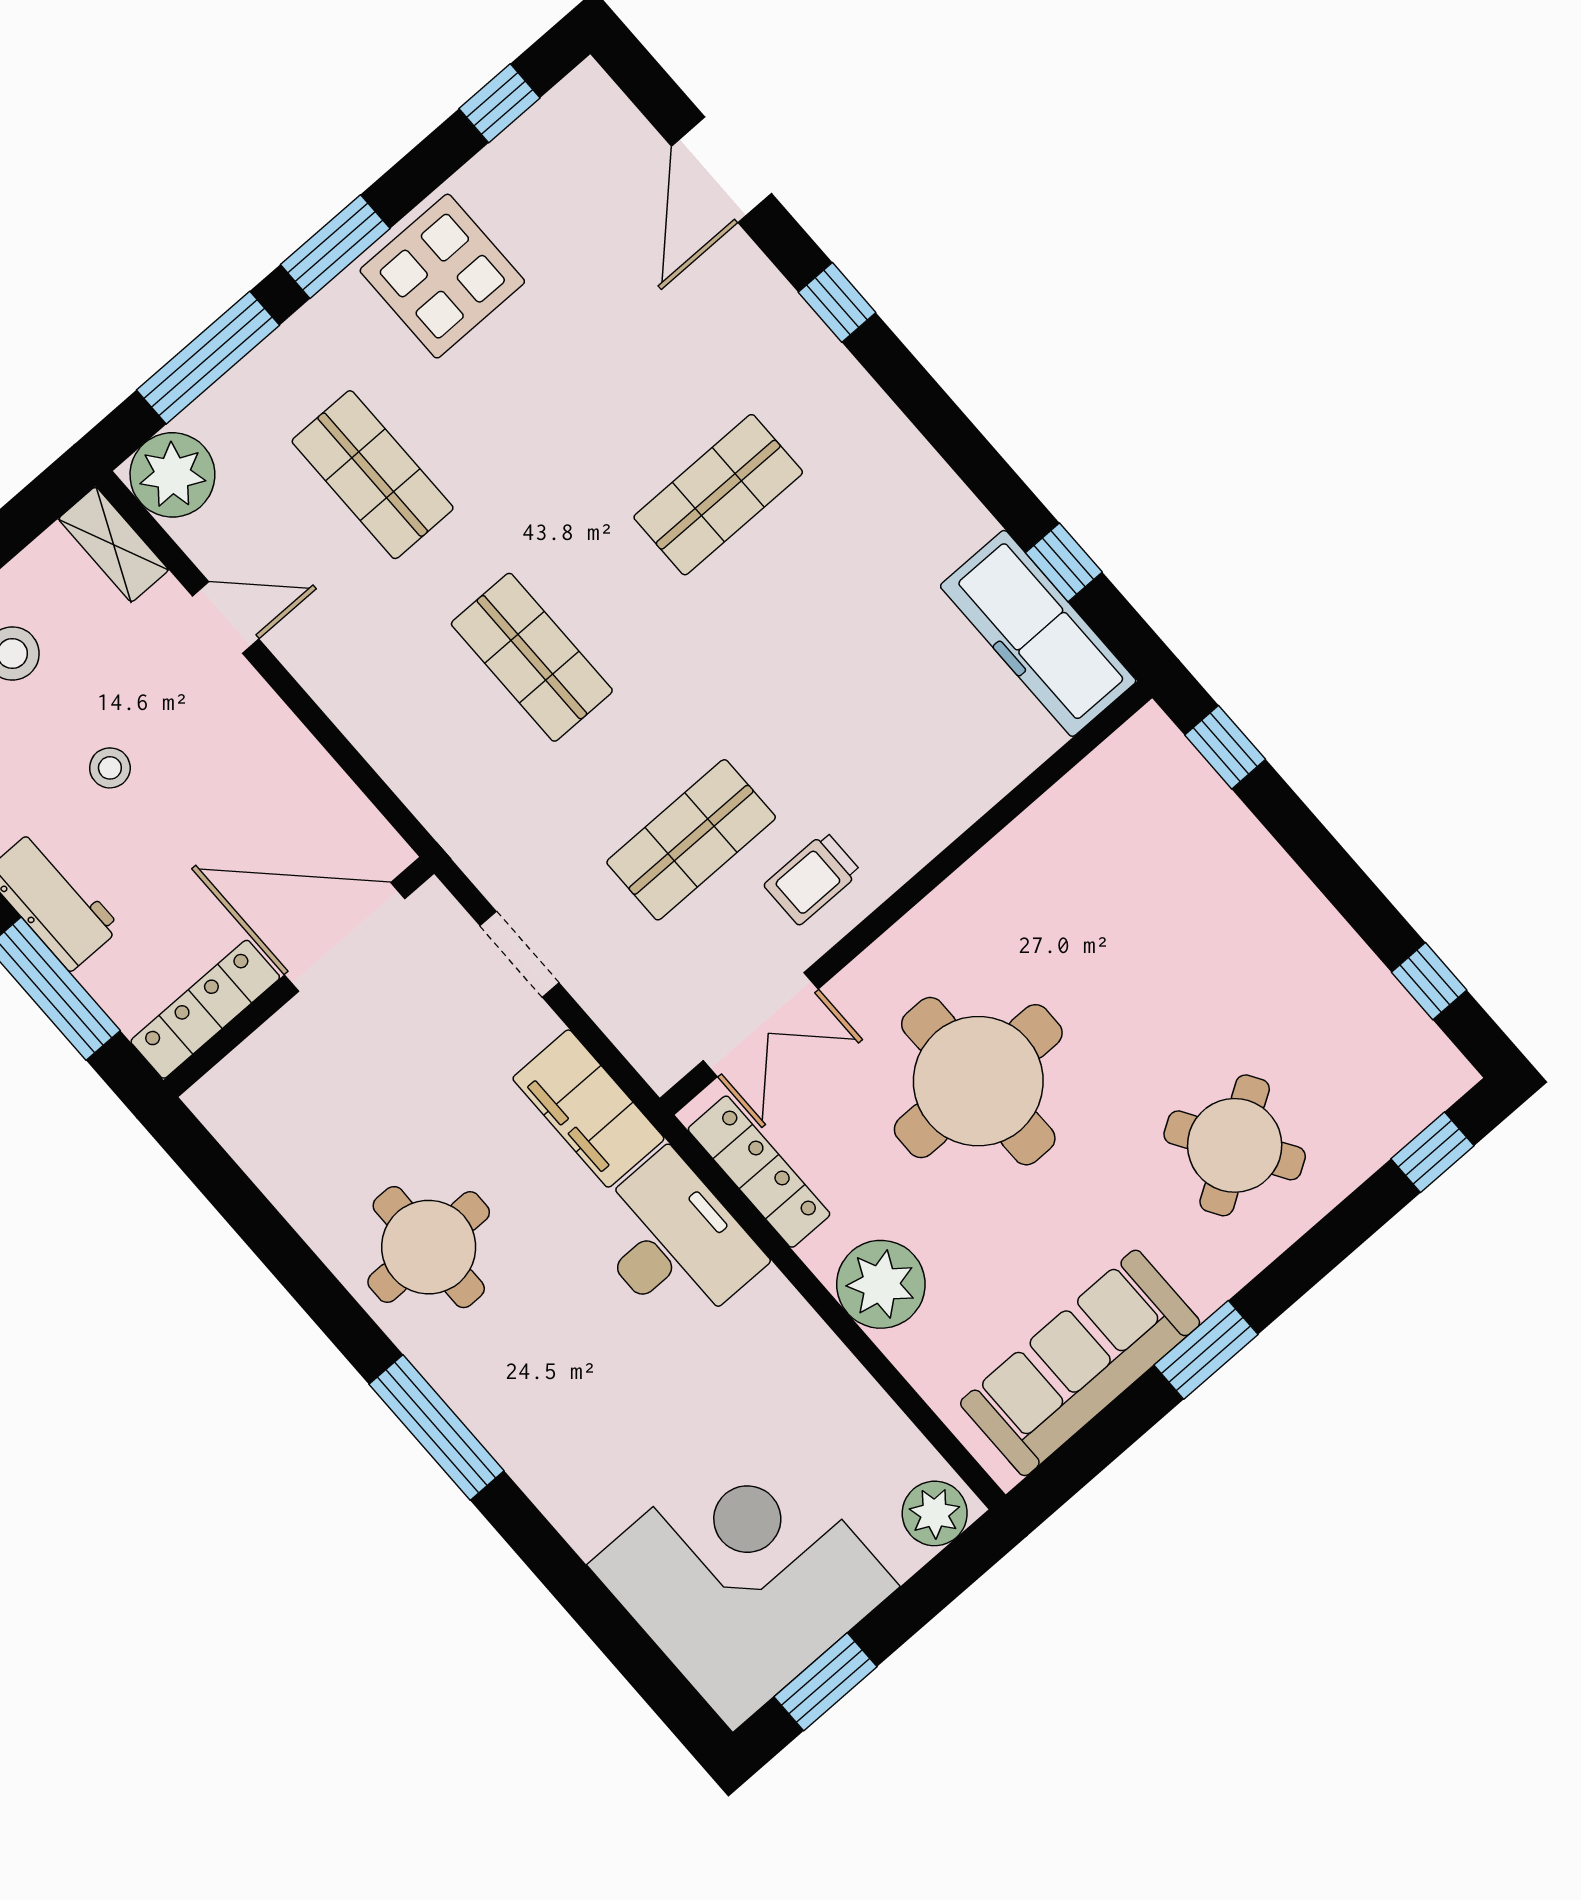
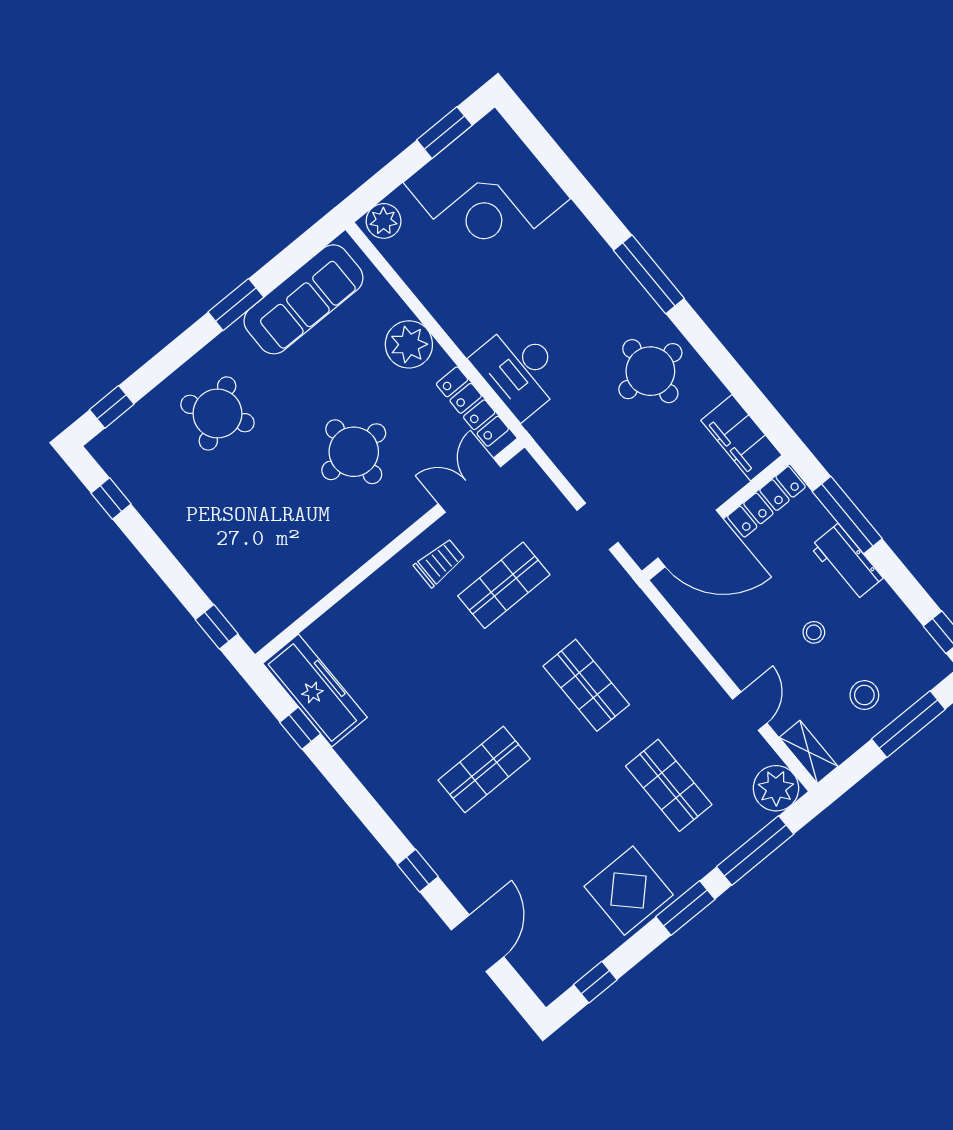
door: (226, 617) -> (750, 711), swing flipped
round table: (978, 1081) -> (354, 452), width x0.73, depth x0.73
filing cabinet: (588, 1109) -> (741, 438), moved, turned 180

